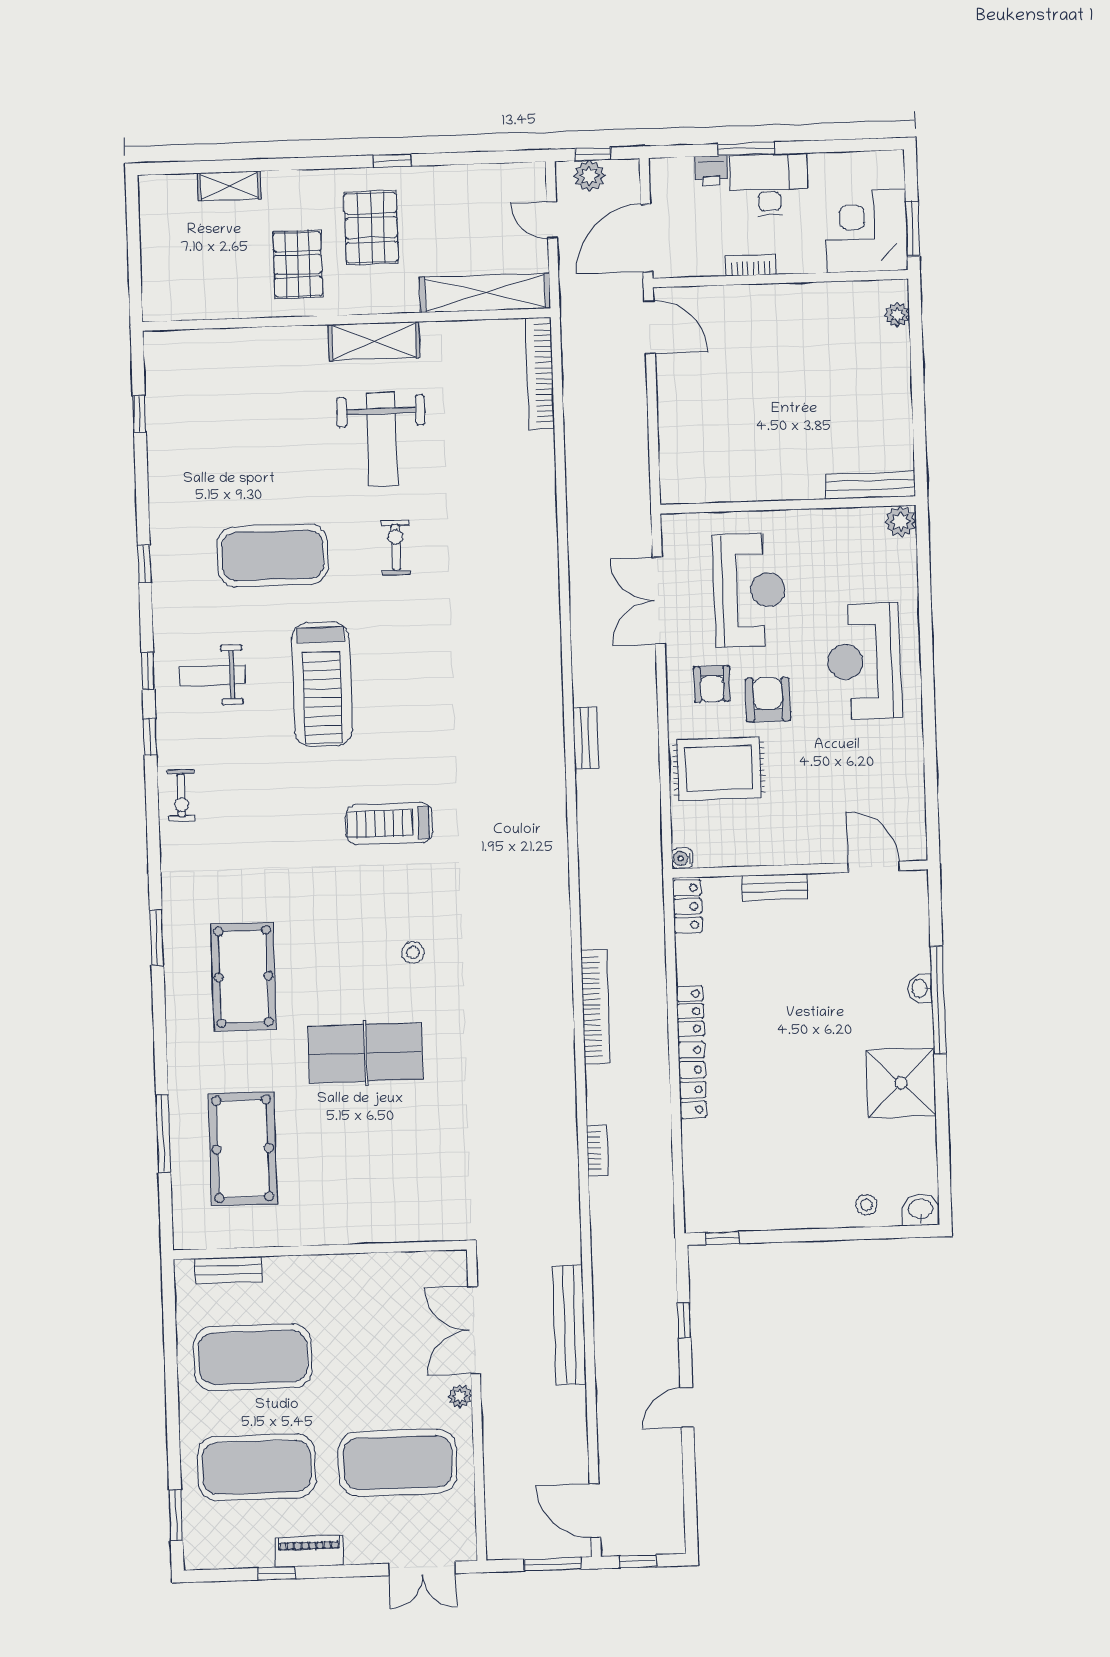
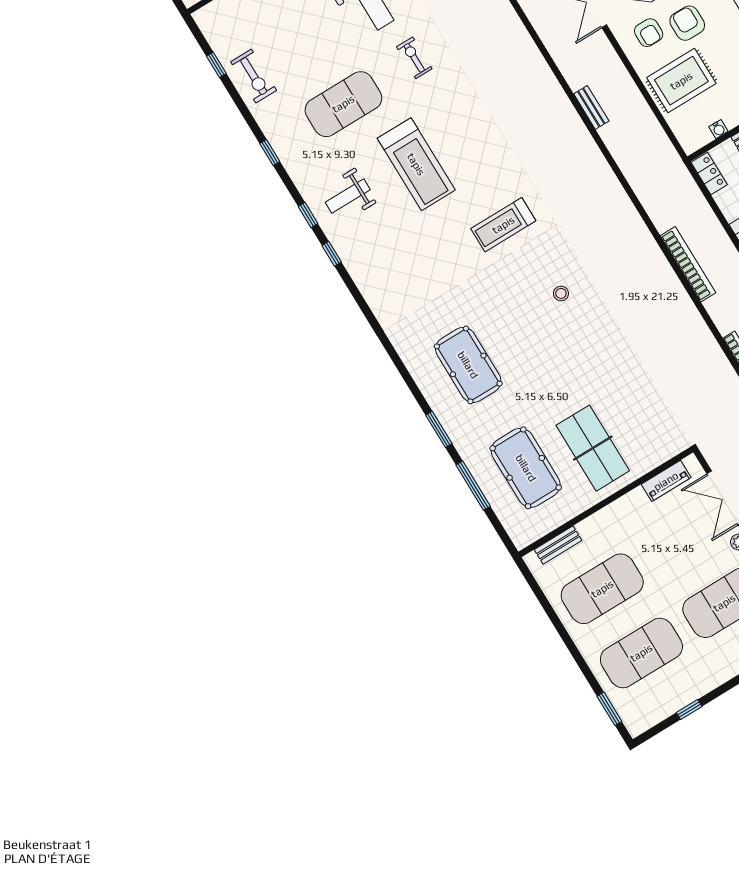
exercise bike: (181, 795) -> (254, 76), moved, width x1.38, depth x1.39
water cooler: (682, 858) -> (718, 129), moved, turned -90
window: (157, 938) -> (439, 429), moved
table tennis table: (366, 1053) -> (593, 448), moved, turned 90
piano: (309, 1551) -> (666, 481), moved, turned 180

